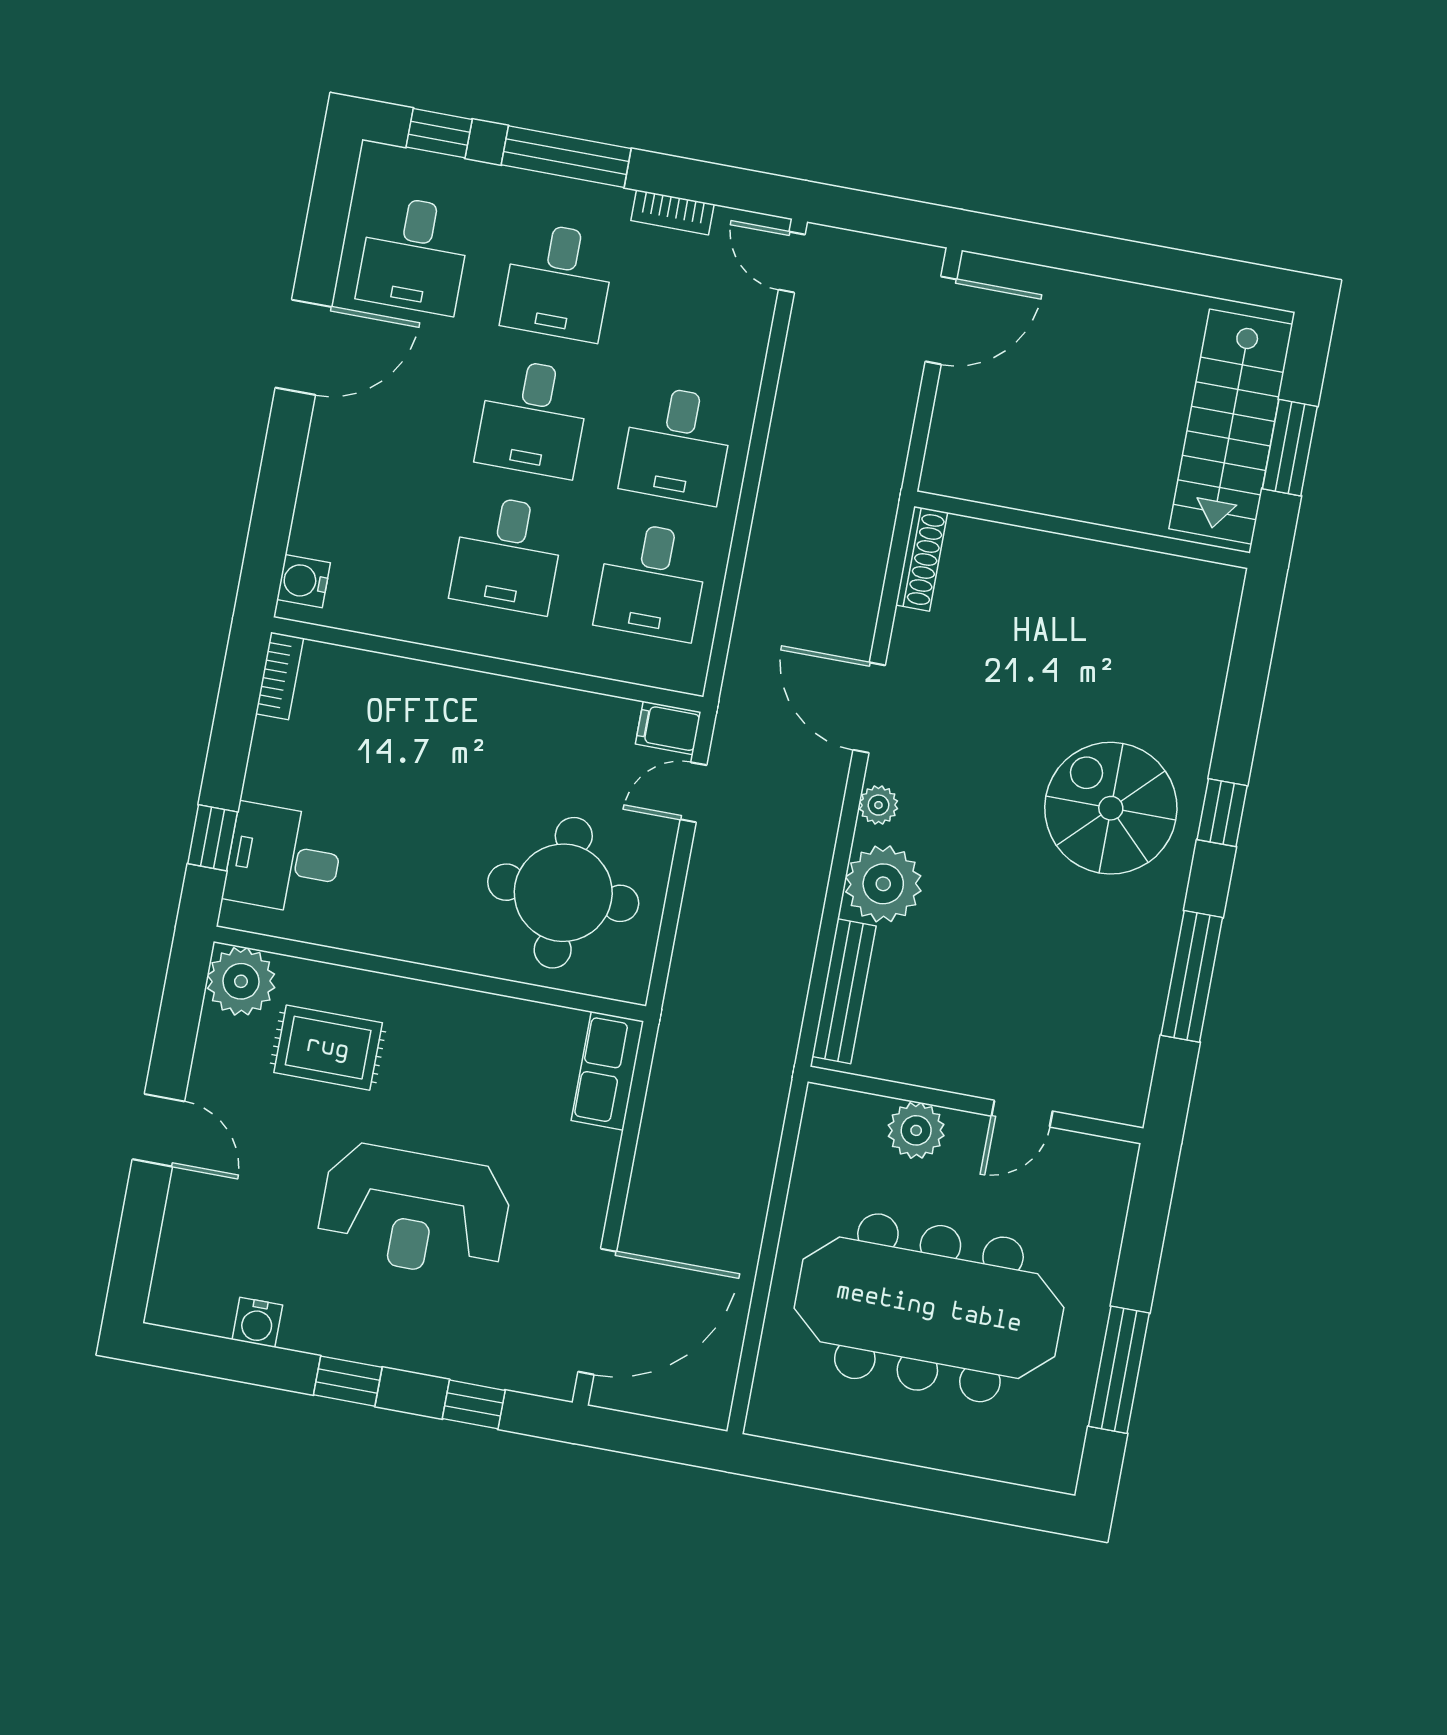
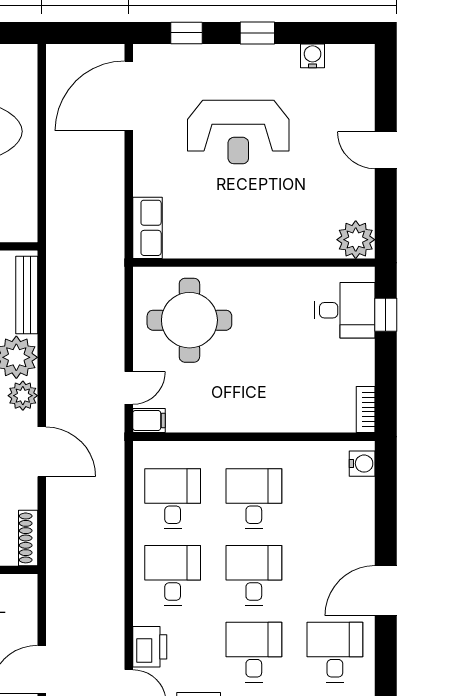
printer: (742, 325) -> (150, 647), added
plant: (878, 805) -> (23, 396), width x1.38, depth x1.38
rug: (328, 1048) -> (302, 212), removed
reception desk: (414, 1211) -> (238, 132), turned 180

